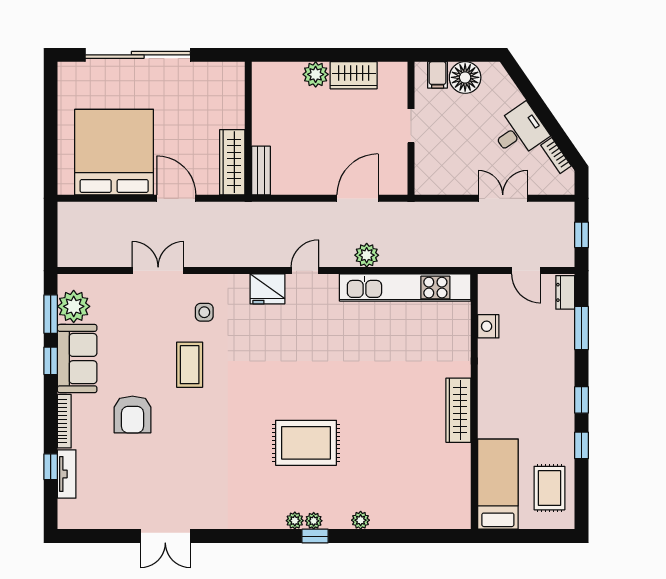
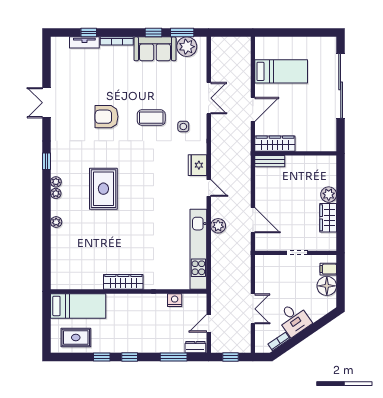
bed: (114, 152) -> (281, 71), width x0.49
armchair: (132, 414) -> (107, 117), moved
window: (315, 536) -> (46, 161), moved

